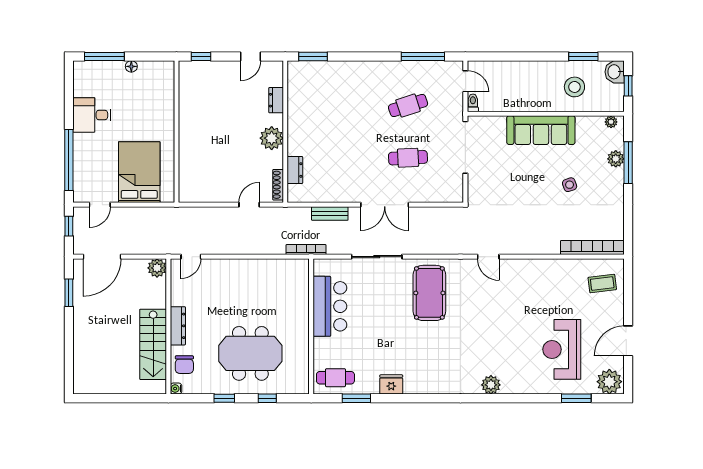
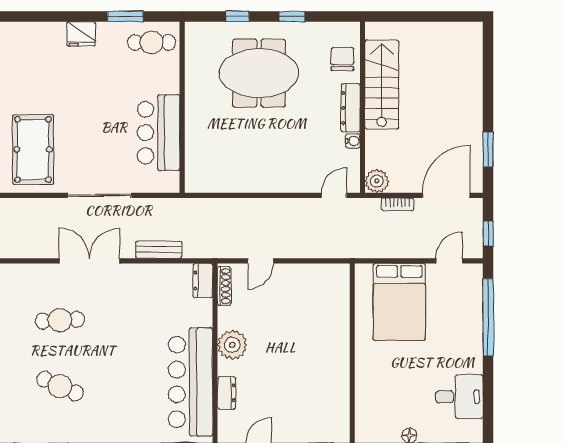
cafe table: (408, 106) -> (60, 386), turned 42
bar counter: (305, 109) -> (190, 382), added
desk: (92, 115) -> (459, 397), moved
dresser: (295, 170) -> (203, 281), moved
bookcase: (306, 250) -> (398, 204), moved, width x0.64
water cooler: (176, 389) -> (353, 141), moved

